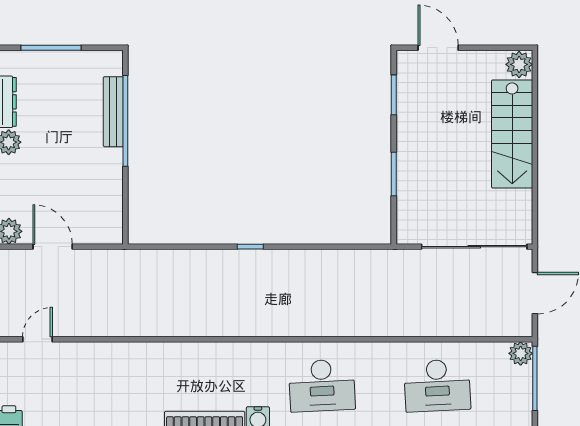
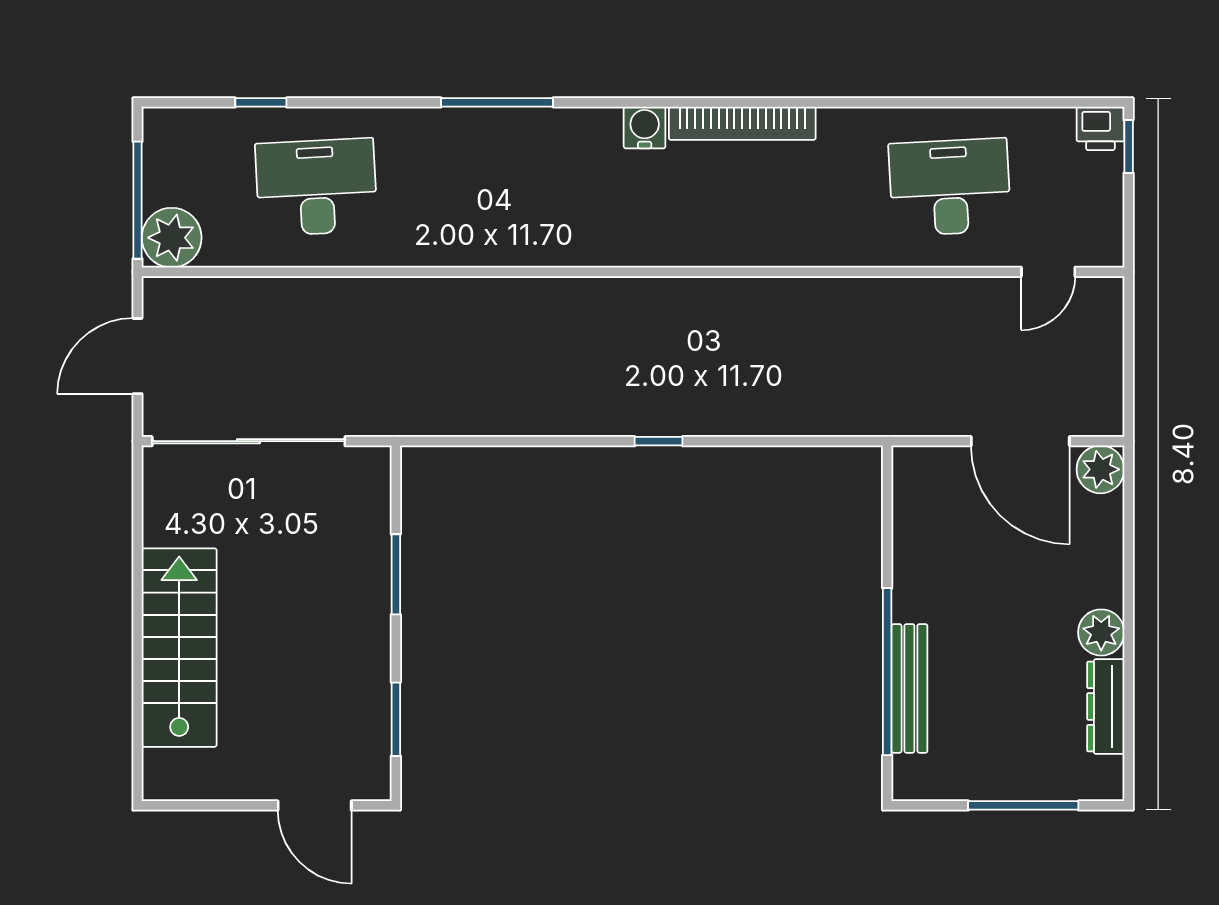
plant: (519, 64) -> (166, 775), removed
door: (53, 247) -> (1020, 441), width x1.36
plant: (521, 353) -> (172, 238), width x1.36, depth x1.36
desk: (322, 385) -> (950, 187), moved

